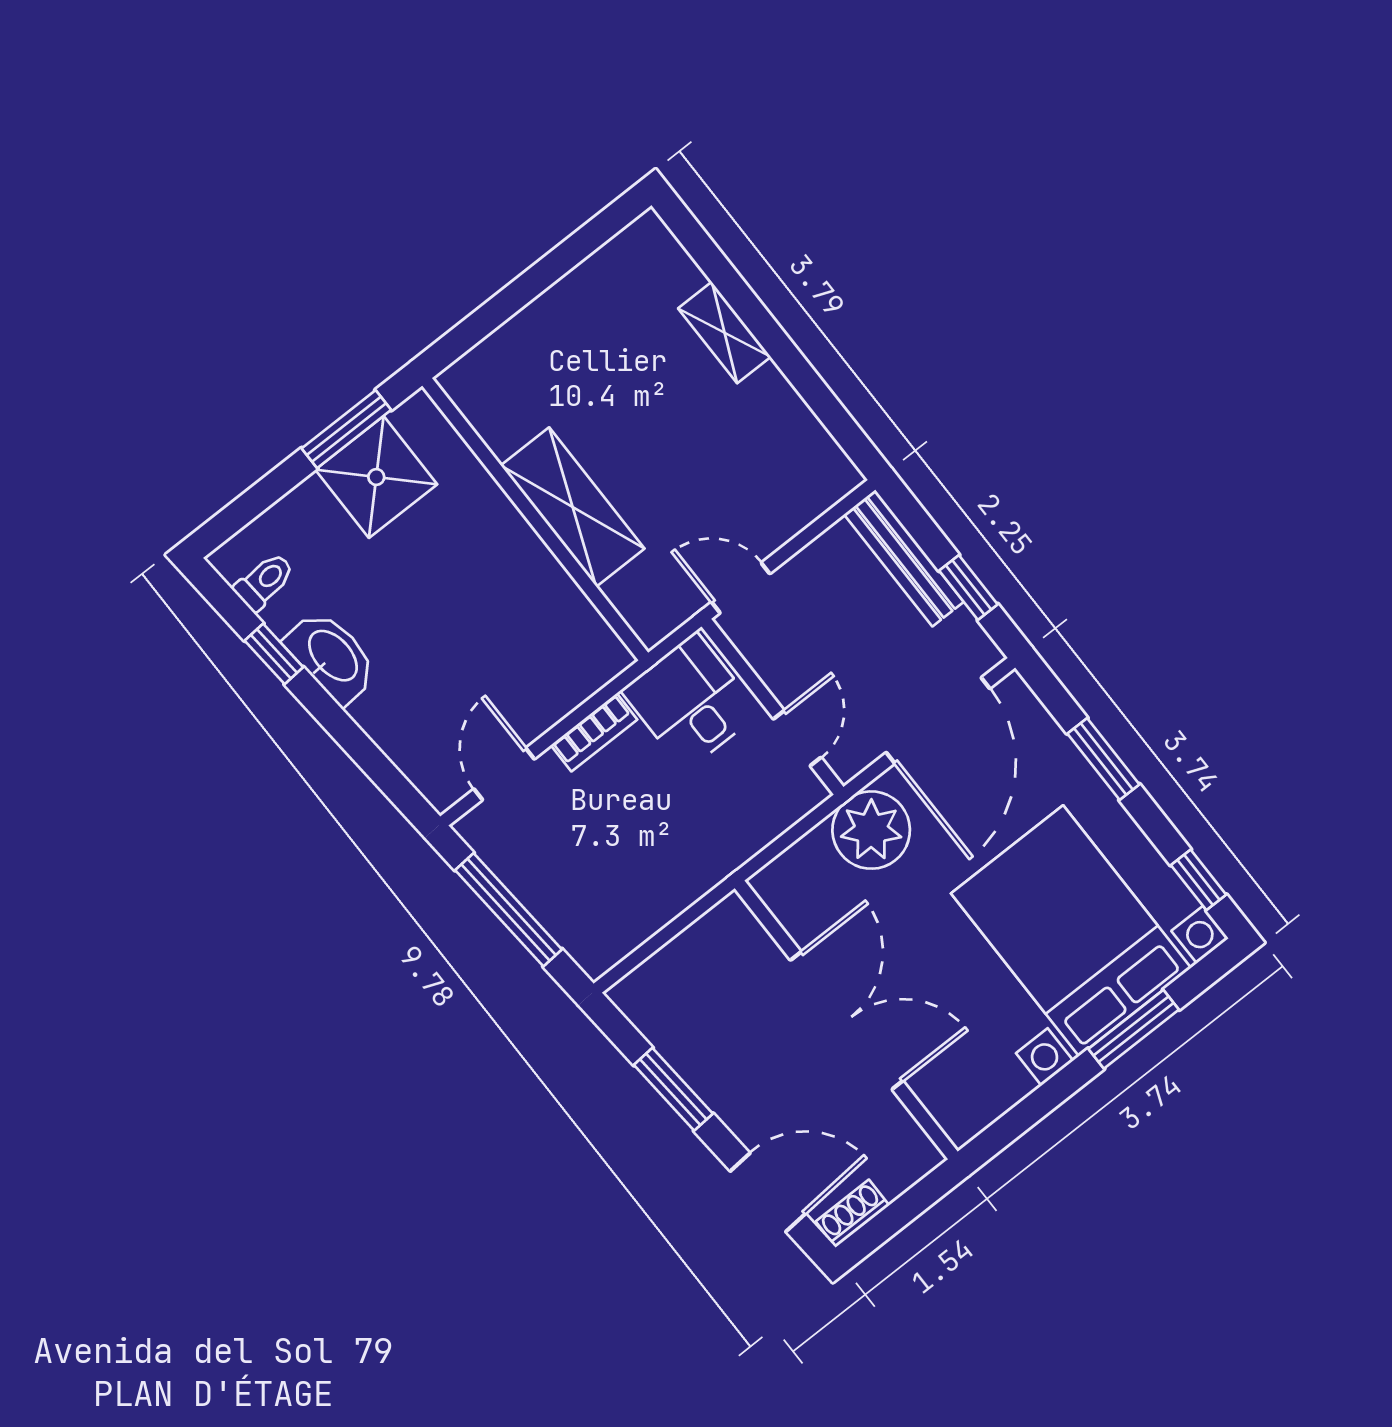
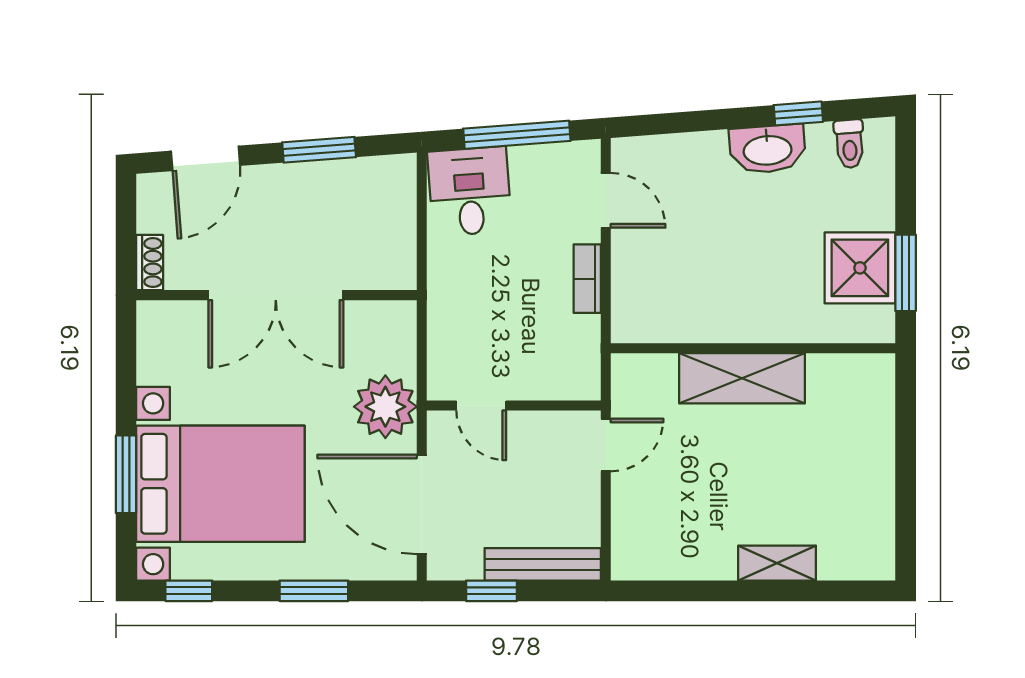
desk: (690, 702) -> (470, 191), moved, turned -94
shoe rack: (852, 1213) -> (150, 263), moved

